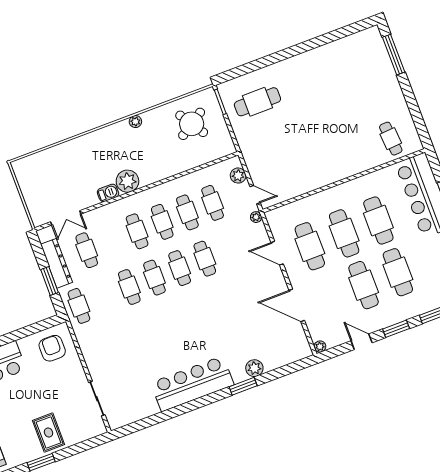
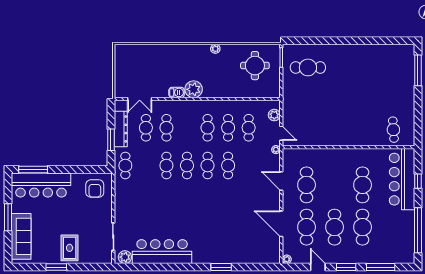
round table: (192, 124) -> (255, 66), turned 33
cafe table: (137, 231) -> (166, 128), moved
cafe table: (344, 233) -> (307, 227), moved
armchair: (52, 348) -> (95, 189), turned 180
plant: (254, 368) -> (125, 257), moved
bar counter: (192, 384) -> (162, 252), moved

